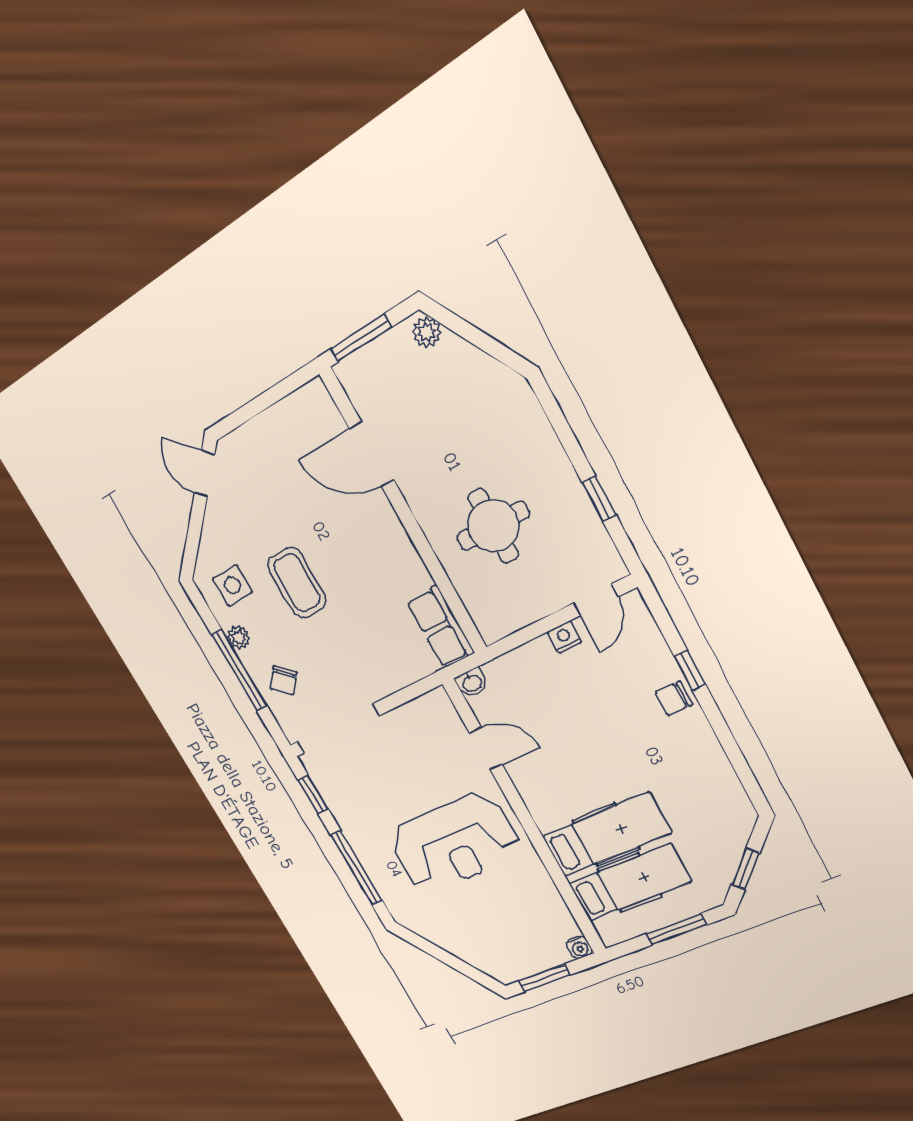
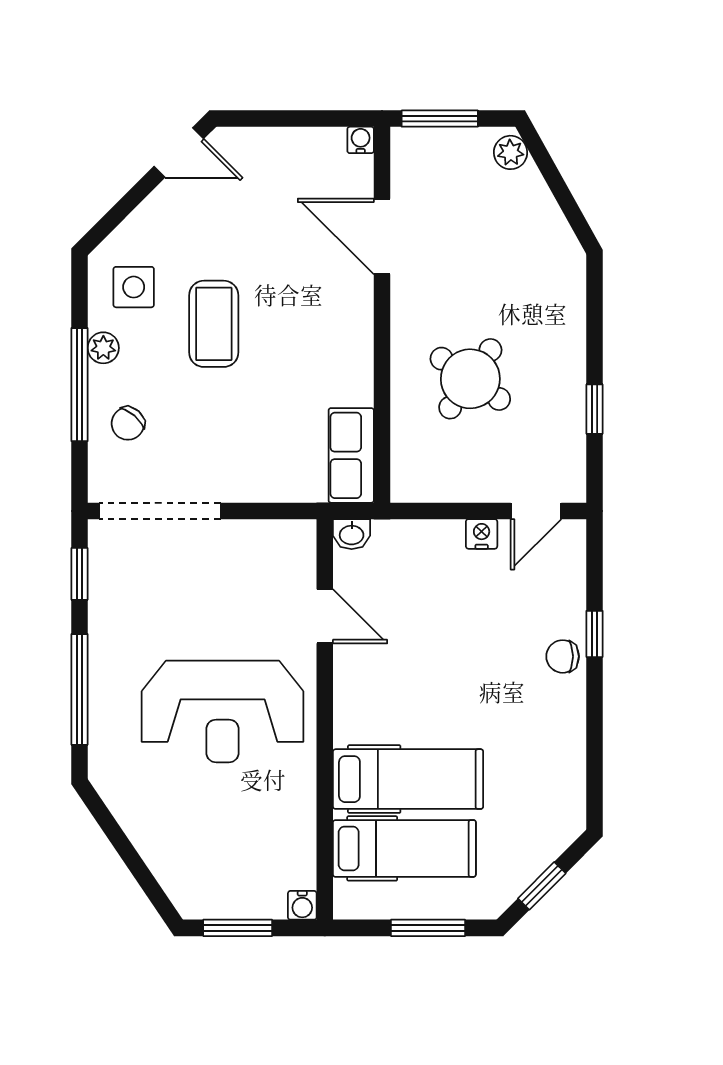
water cooler: (316, 390) -> (361, 140), added
door: (204, 474) -> (179, 153), swing flipped
round table: (493, 526) -> (470, 379), turned 35

